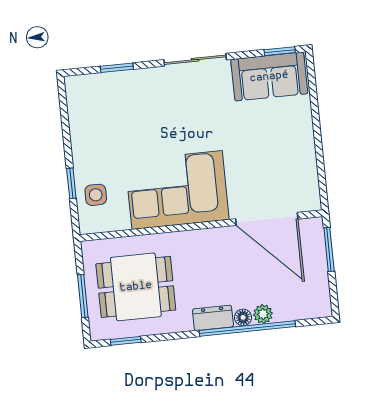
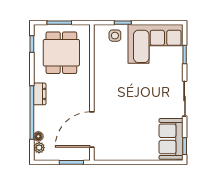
corner sofa: (177, 190) -> (156, 44), moved, turned 90
plant: (263, 314) -> (39, 148), moved
floor lamp: (243, 317) -> (38, 136), moved

